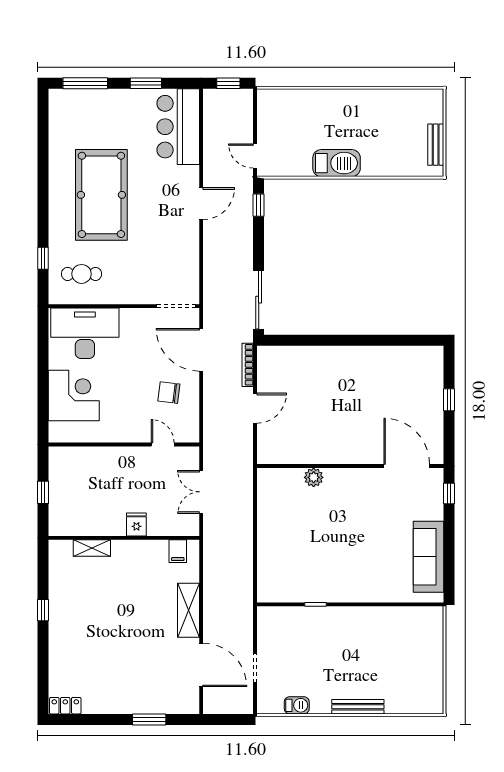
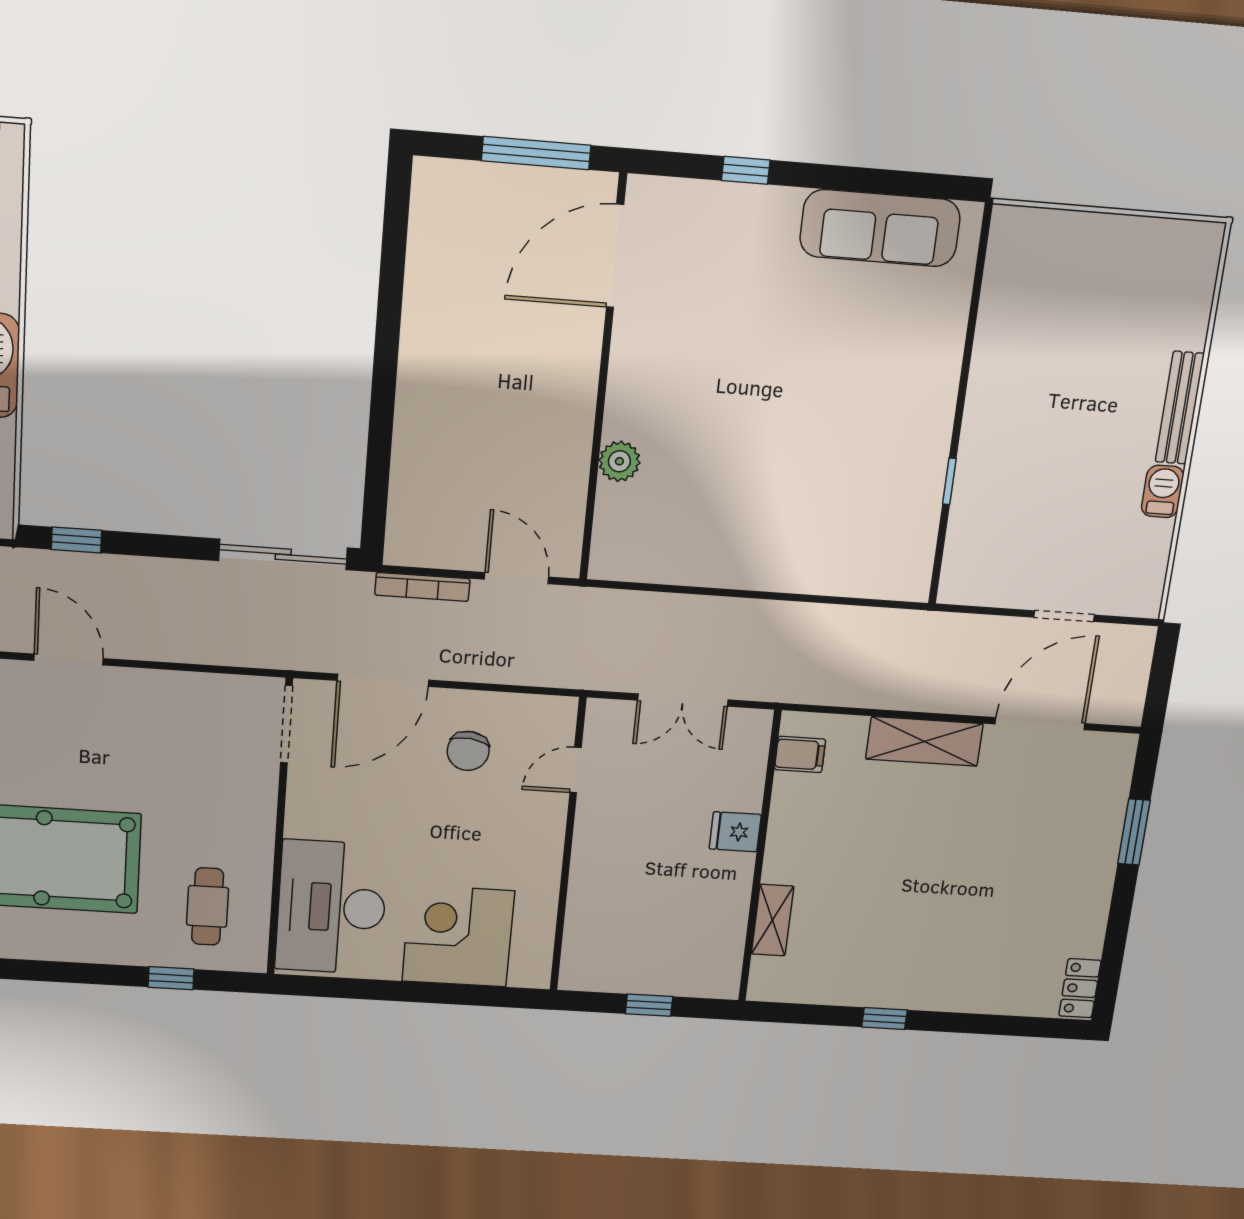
window: (449, 400) -> (536, 153), width x2.17
wall: (350, 466) -> (603, 381), moved
door: (407, 466) -> (615, 256), moved
plant: (314, 477) -> (619, 461), moved
barbecue: (297, 705) -> (1163, 491), moved

